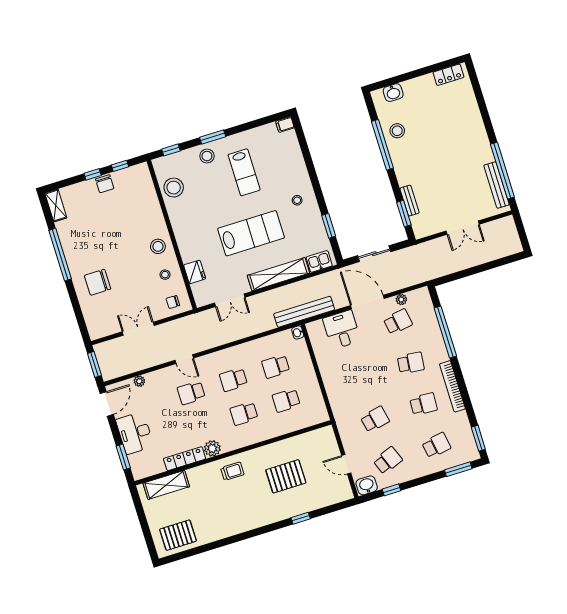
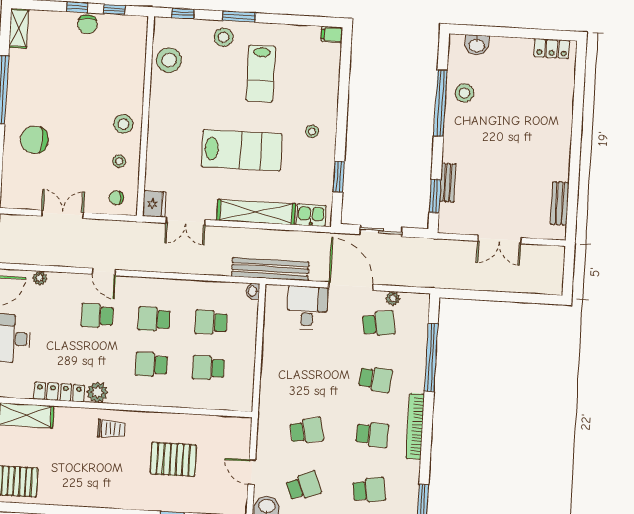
window: (502, 171) -> (573, 189), removed
bench: (496, 185) -> (560, 203), width x0.73
fridge: (195, 272) -> (154, 204), moved

